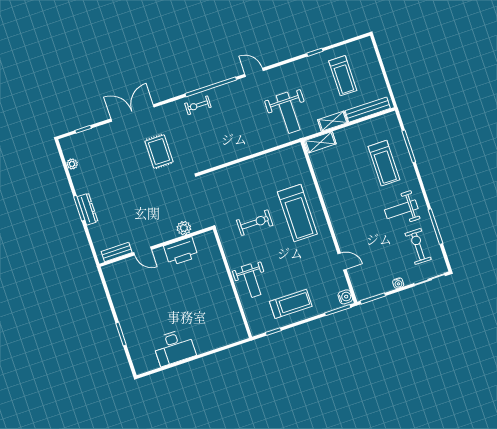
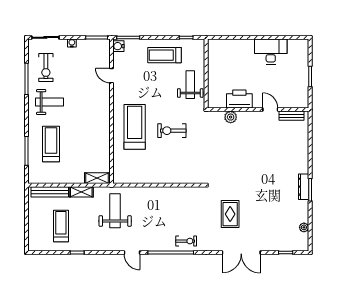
plant: (184, 228) -> (231, 117), moved
wall: (156, 247) -> (258, 110), moved
door: (143, 251) -> (270, 110), moved
printer: (181, 251) -> (239, 99), moved
bench: (117, 252) -> (292, 116), moved

